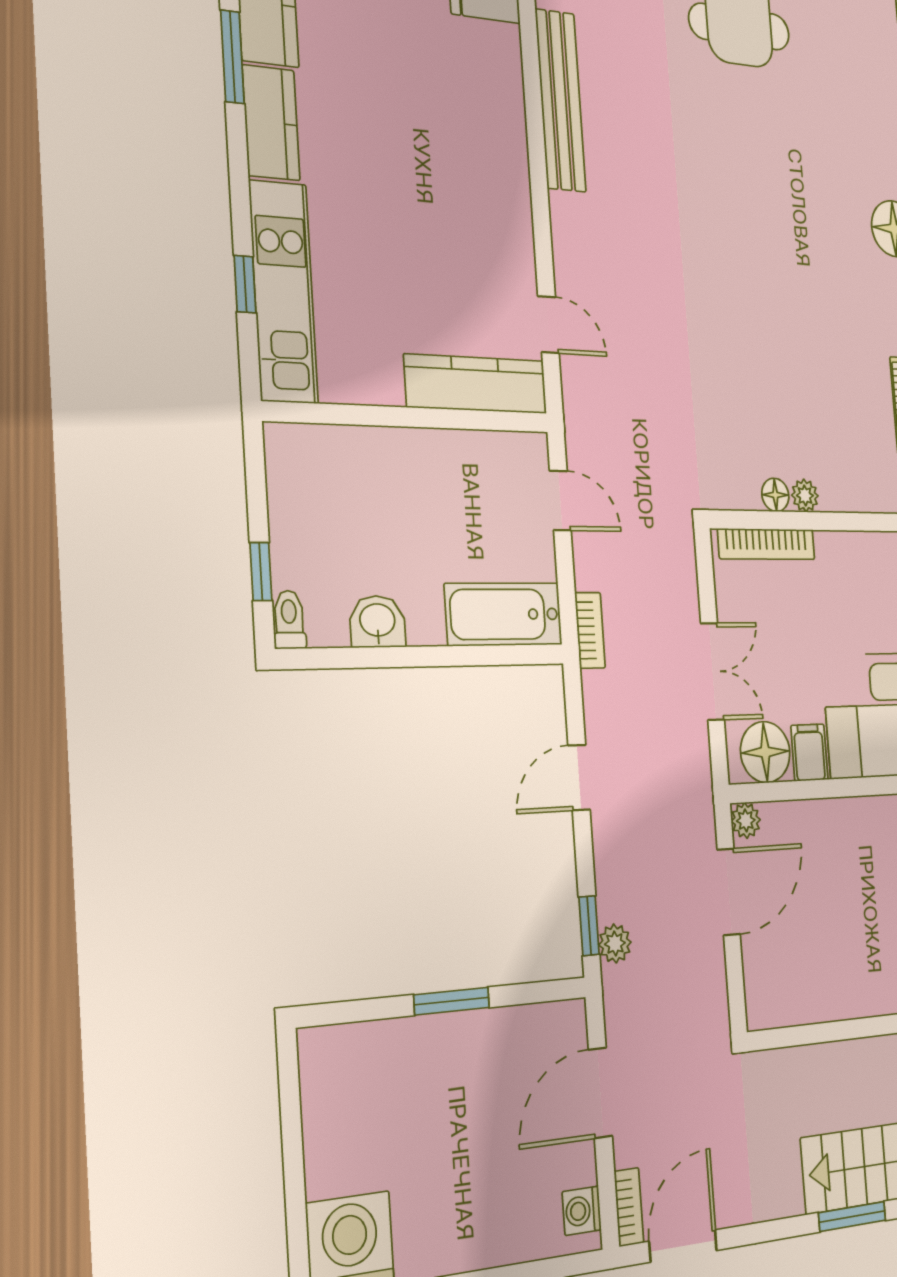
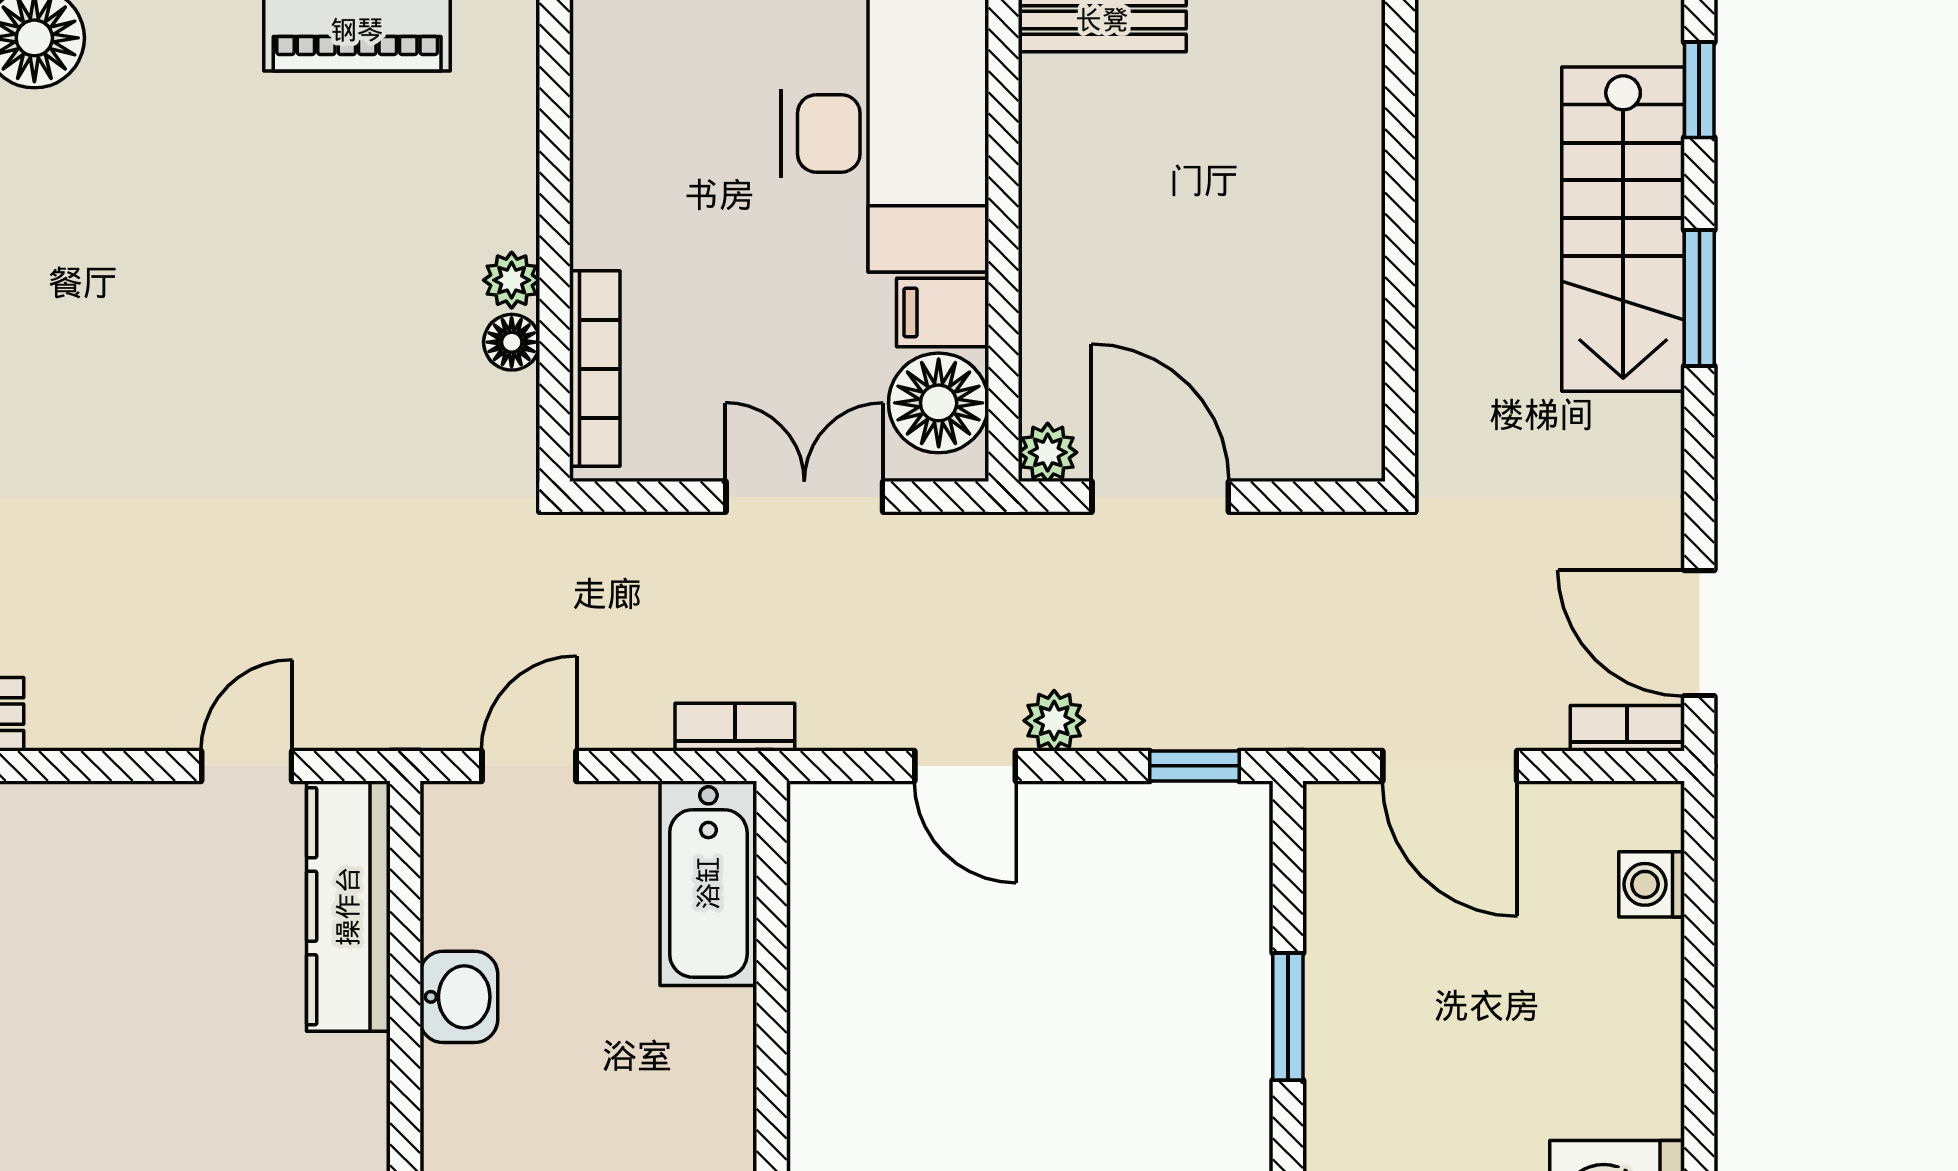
washbasin: (377, 622) -> (459, 997), moved, turned 180
plant: (615, 944) -> (1054, 721), moved
washing machine: (582, 1211) -> (1652, 884), moved, turned 90

